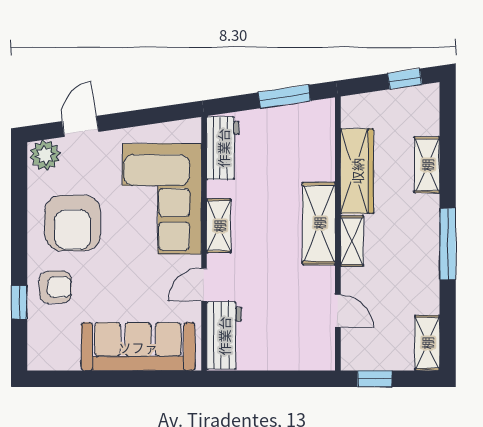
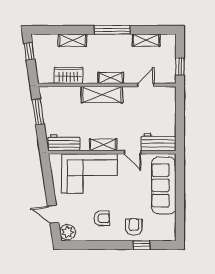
wardrobe: (357, 171) -> (68, 75), width x0.67
armchair: (73, 223) -> (102, 218), width x0.53, depth x0.53
shelving: (427, 343) -> (146, 40), moved

